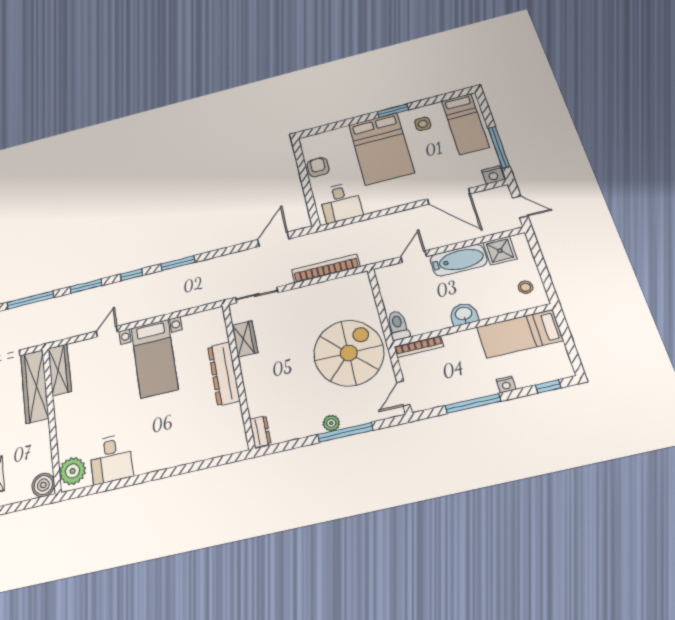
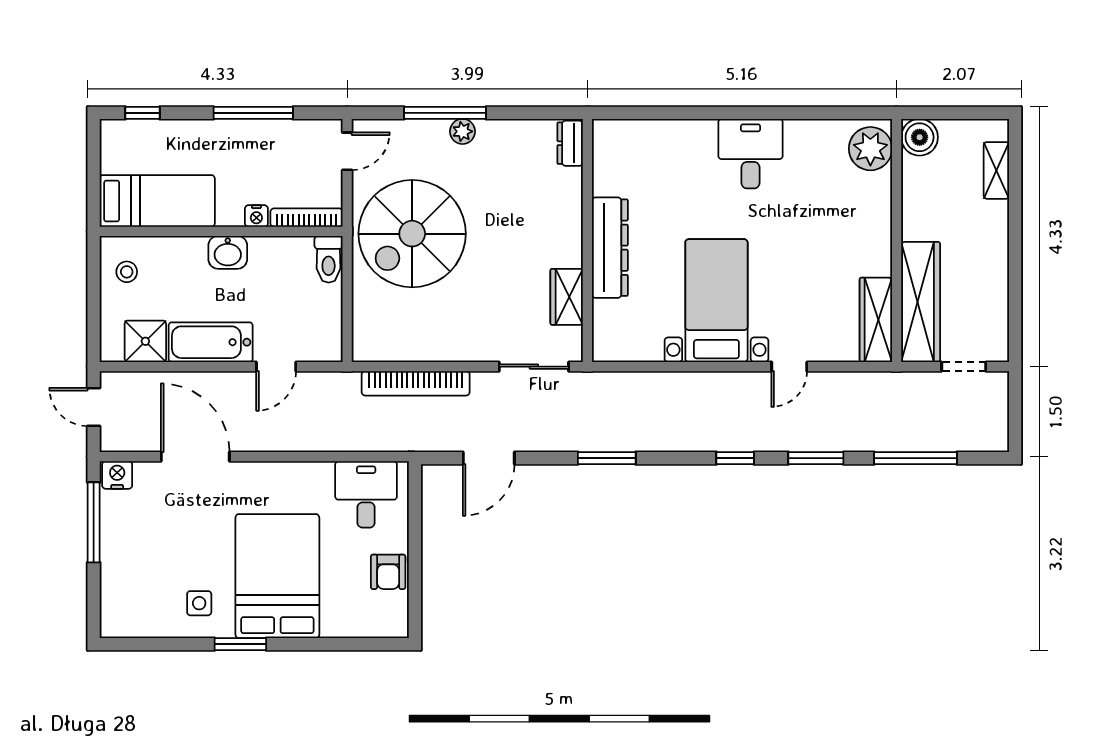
bed: (465, 124) -> (133, 582), removed
window: (178, 263) -> (607, 458), moved
nightstand: (506, 384) -> (256, 216), moved, turned 180
desk: (111, 459) -> (751, 154), moved

